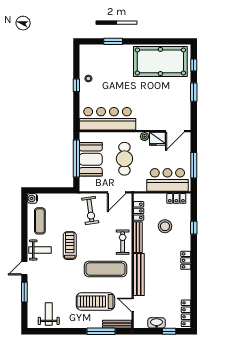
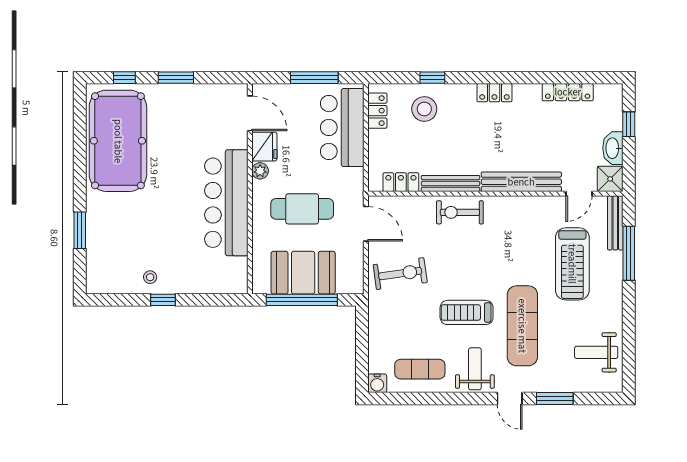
bar counter: (107, 119) -> (226, 203), moved
stool: (165, 226) -> (424, 109), moved
exercise mat: (105, 269) -> (522, 326), moved
locker: (186, 313) -> (568, 92), moved
shower: (140, 321) -> (610, 179), added

